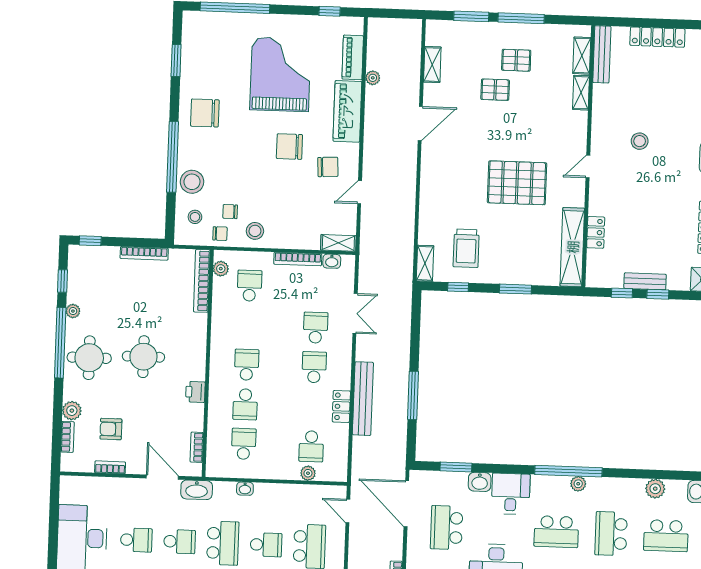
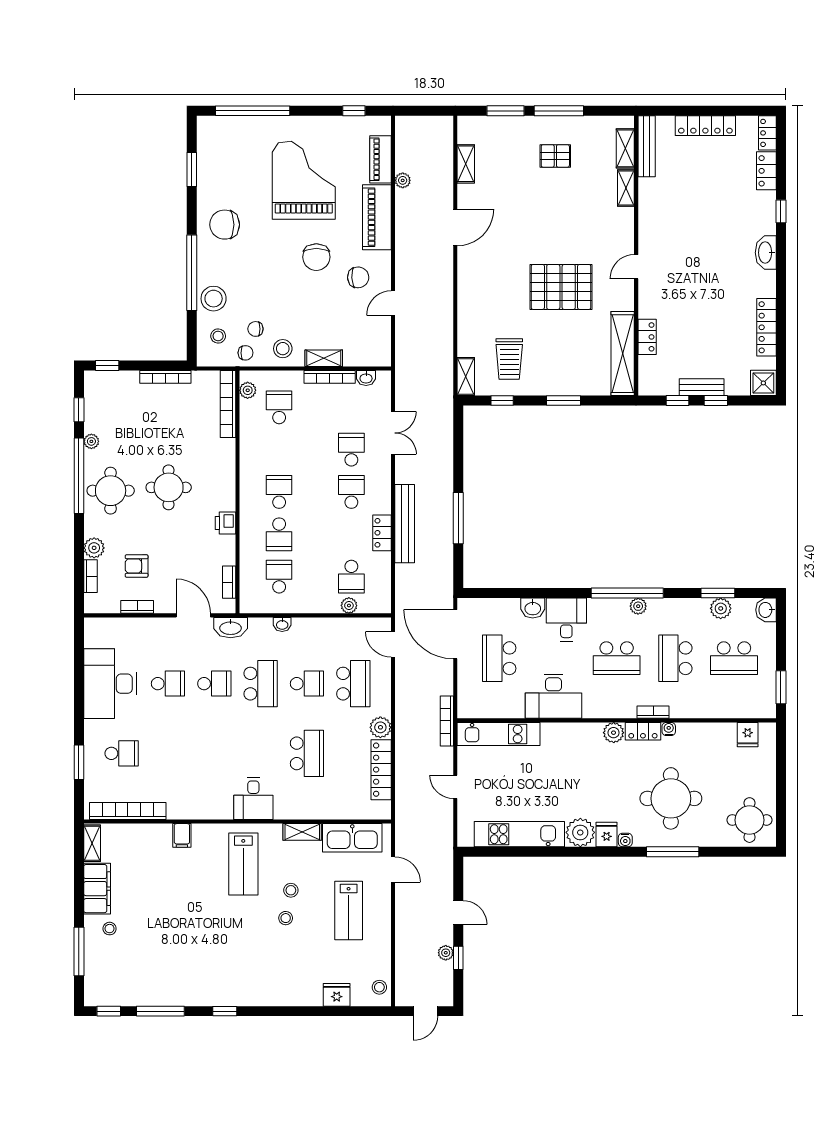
pallet: (495, 90) -> (534, 188), removed
stool: (640, 141) -> (690, 238), removed
chair: (289, 147) -> (316, 257), turned -90
shelving: (338, 243) -> (324, 358), moved
window: (456, 467) -> (718, 593), moved

